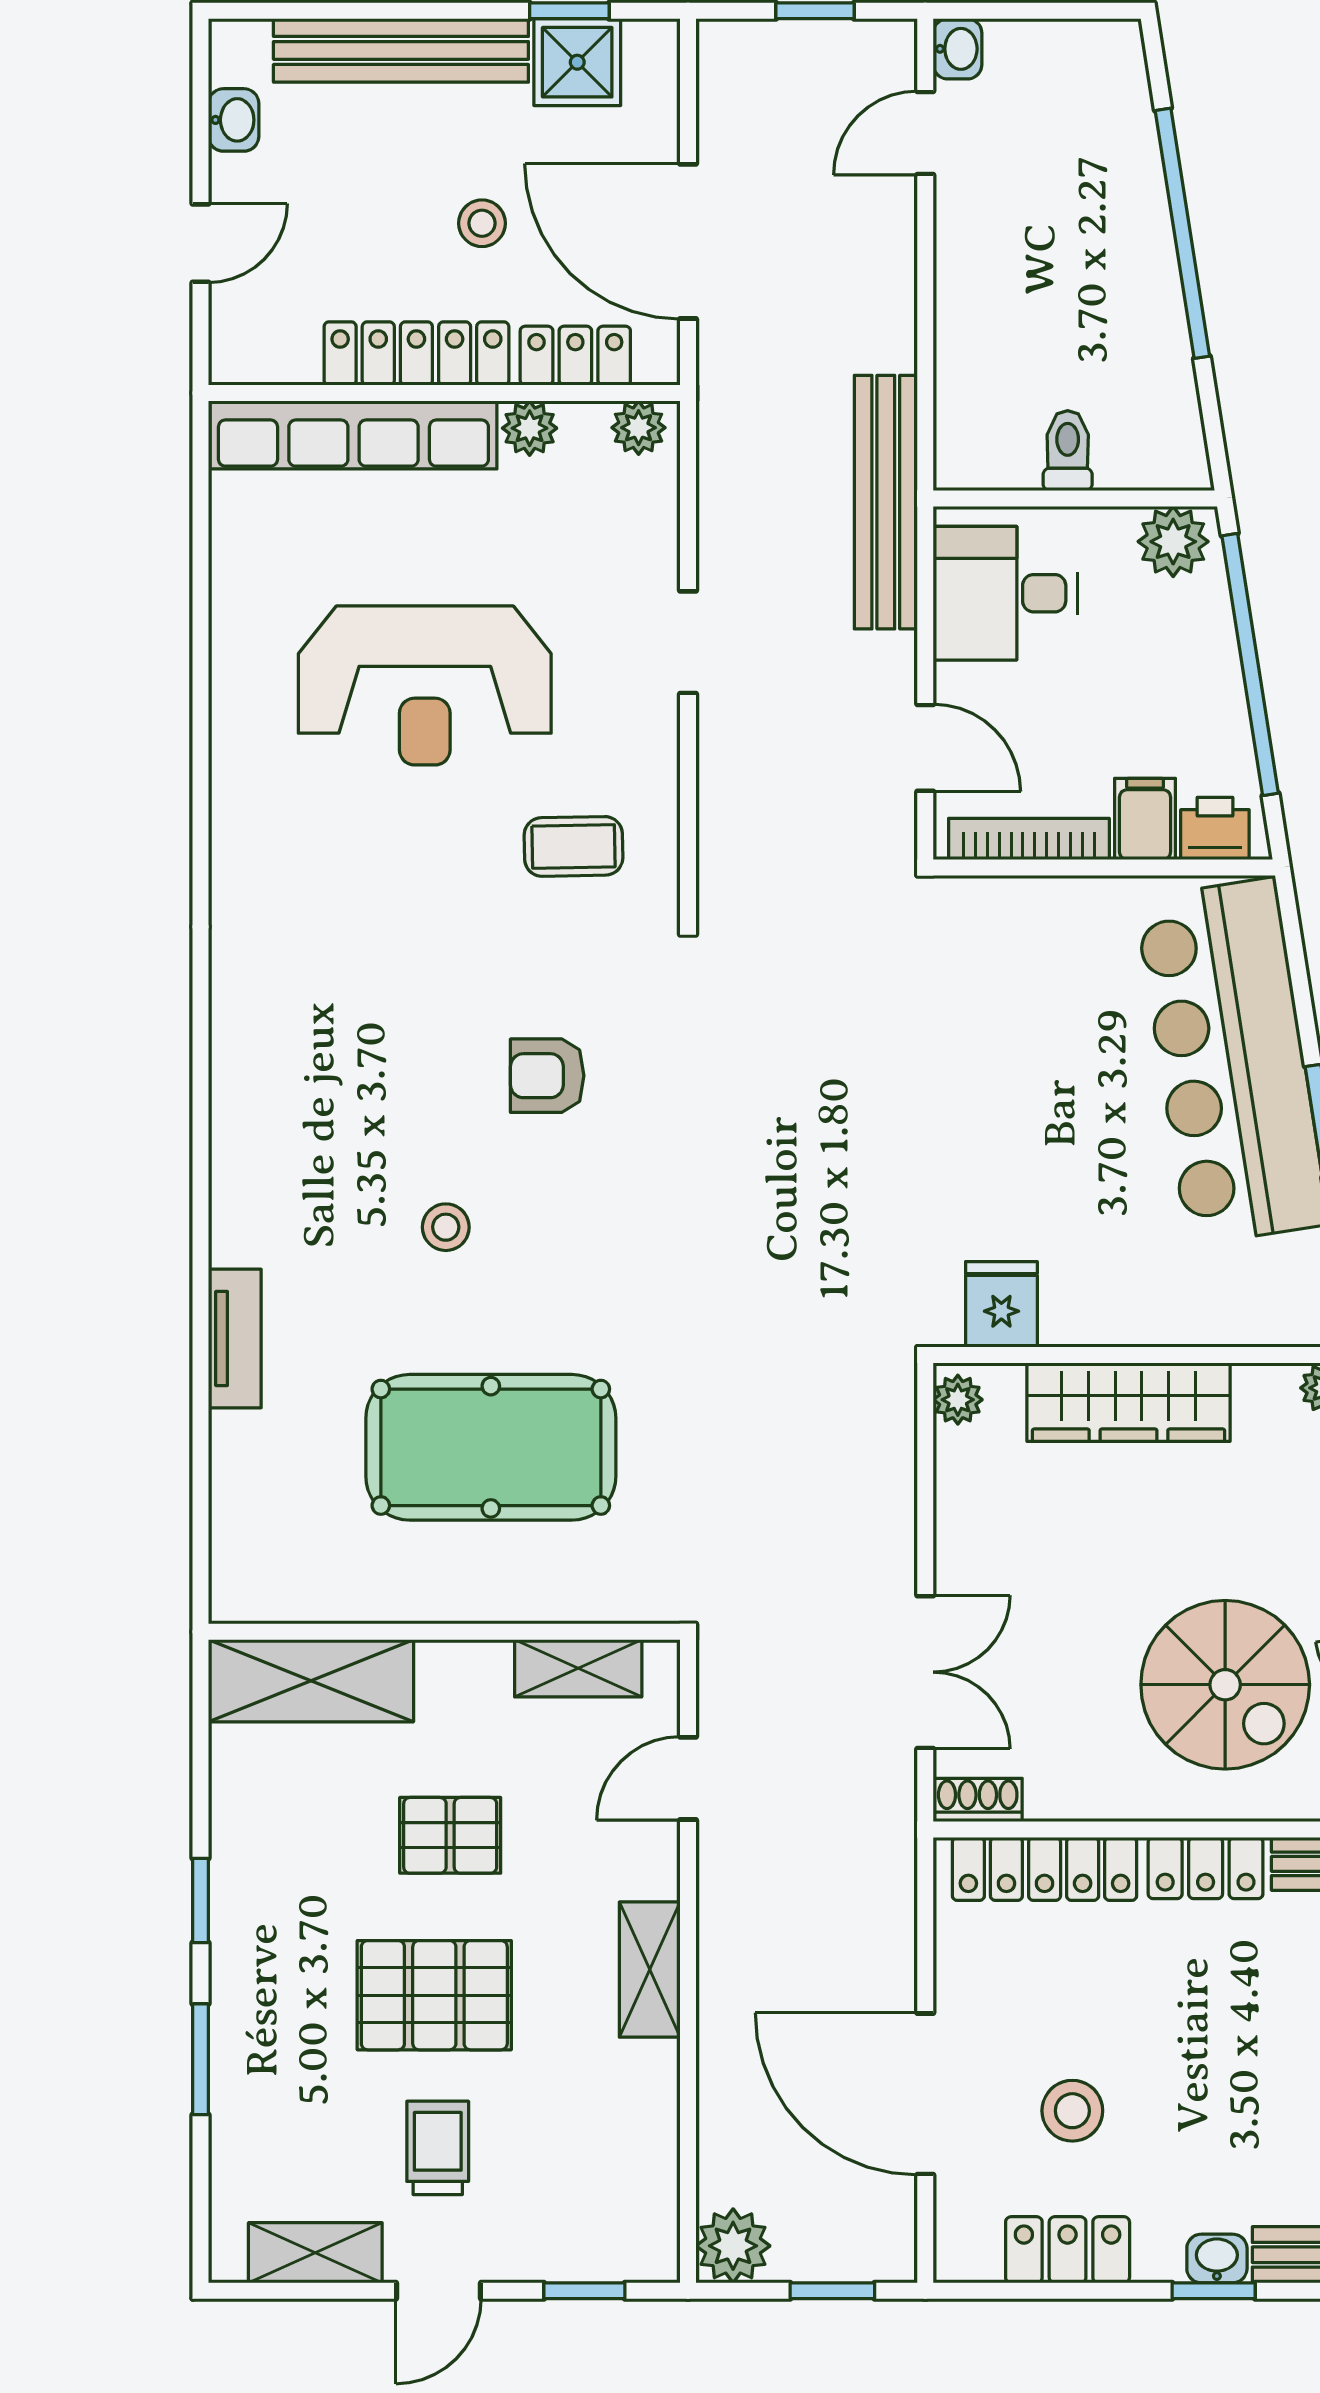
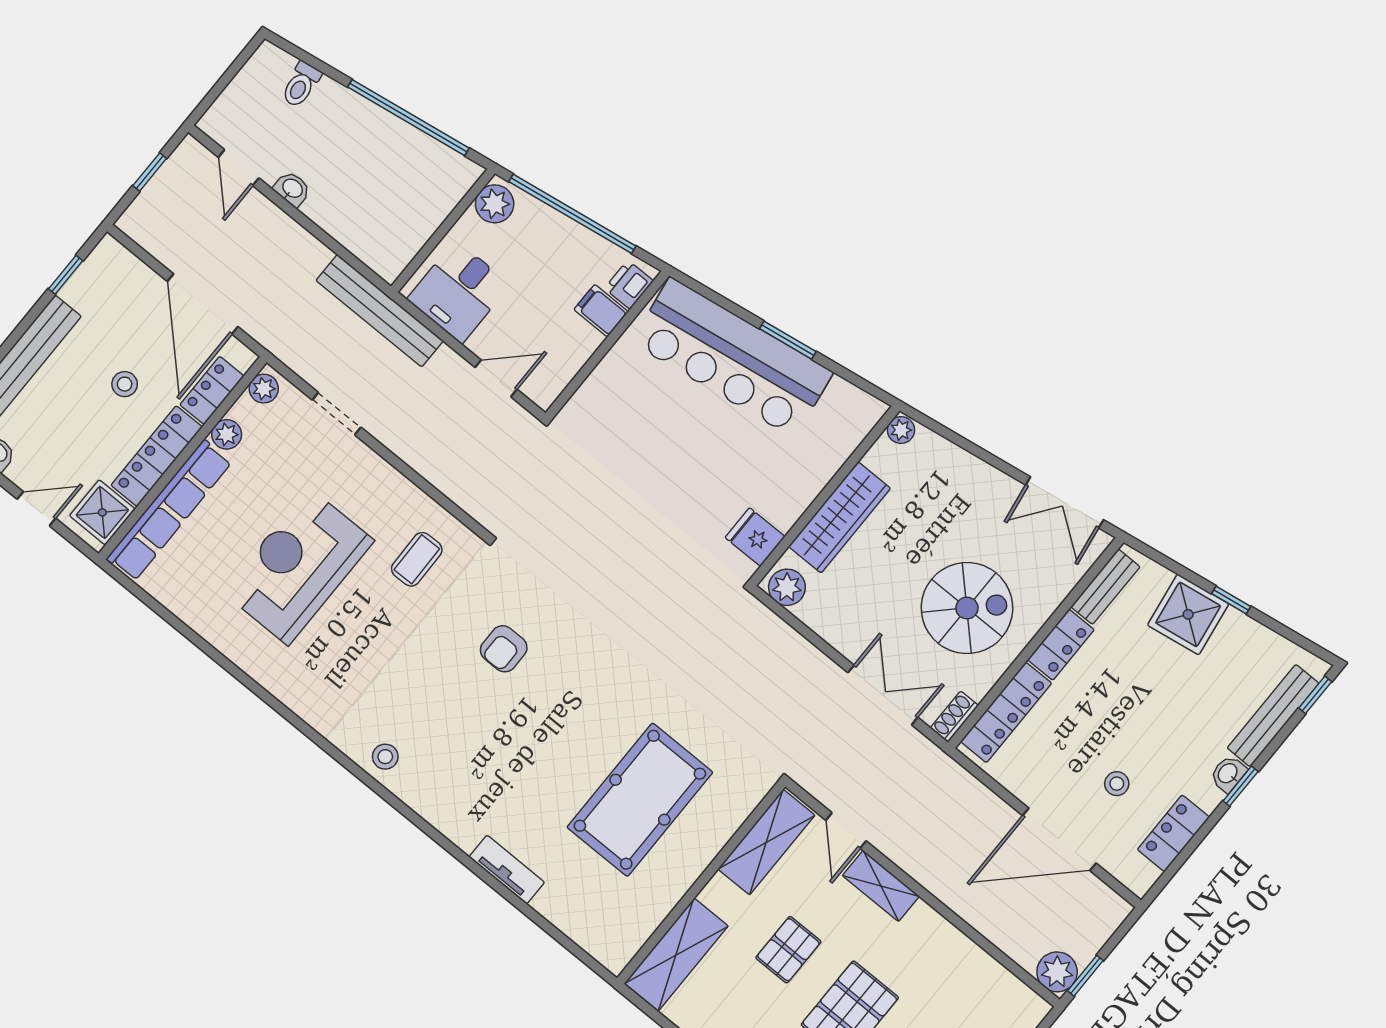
washbasin: (958, 49) -> (292, 189), moved
shower: (577, 62) -> (102, 512), moved
window: (1182, 233) -> (408, 118), moved
door: (688, 241) -> (203, 304), hinge flipped
door: (200, 243) -> (36, 509), hinge flipped
toilet: (1068, 451) -> (301, 85), moved, turned -99
doorway: (688, 642) -> (337, 414), moved
reception desk: (425, 685) -> (298, 566), turned 180
bookcase: (1029, 839) -> (570, 366), removed
stool: (446, 1227) -> (385, 757), moved
plant: (958, 1400) -> (787, 587), width x1.38, depth x1.38
shelving: (578, 1668) -> (766, 842), width x1.50, depth x1.33
spiral stairs: (1225, 1685) -> (967, 608), moved
shelving: (650, 1970) -> (881, 886), moved
stool: (1072, 2111) -> (1117, 784), width x0.73, depth x0.73
window: (832, 2291) -> (1085, 976), moved

